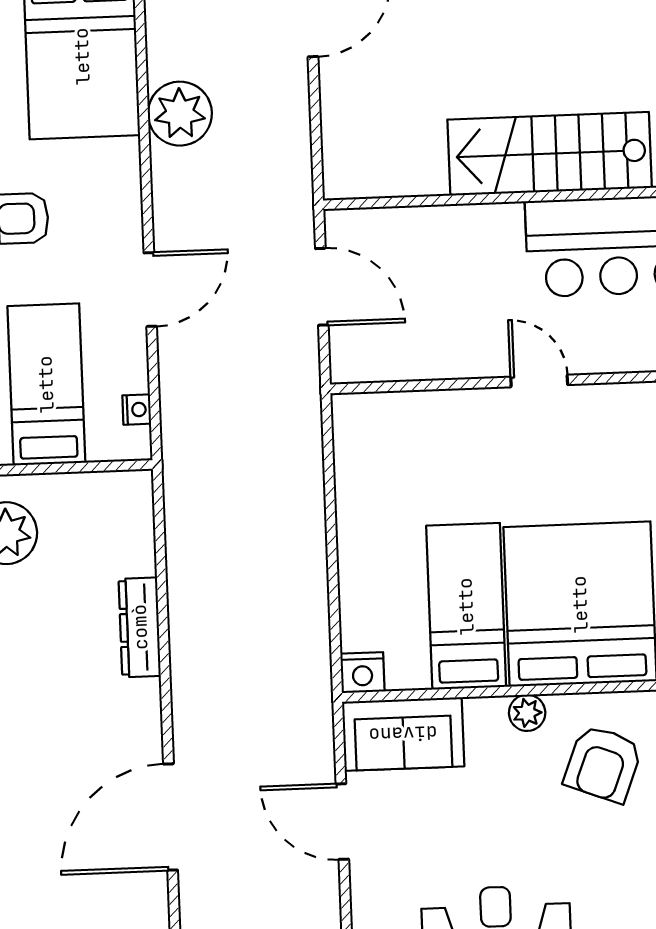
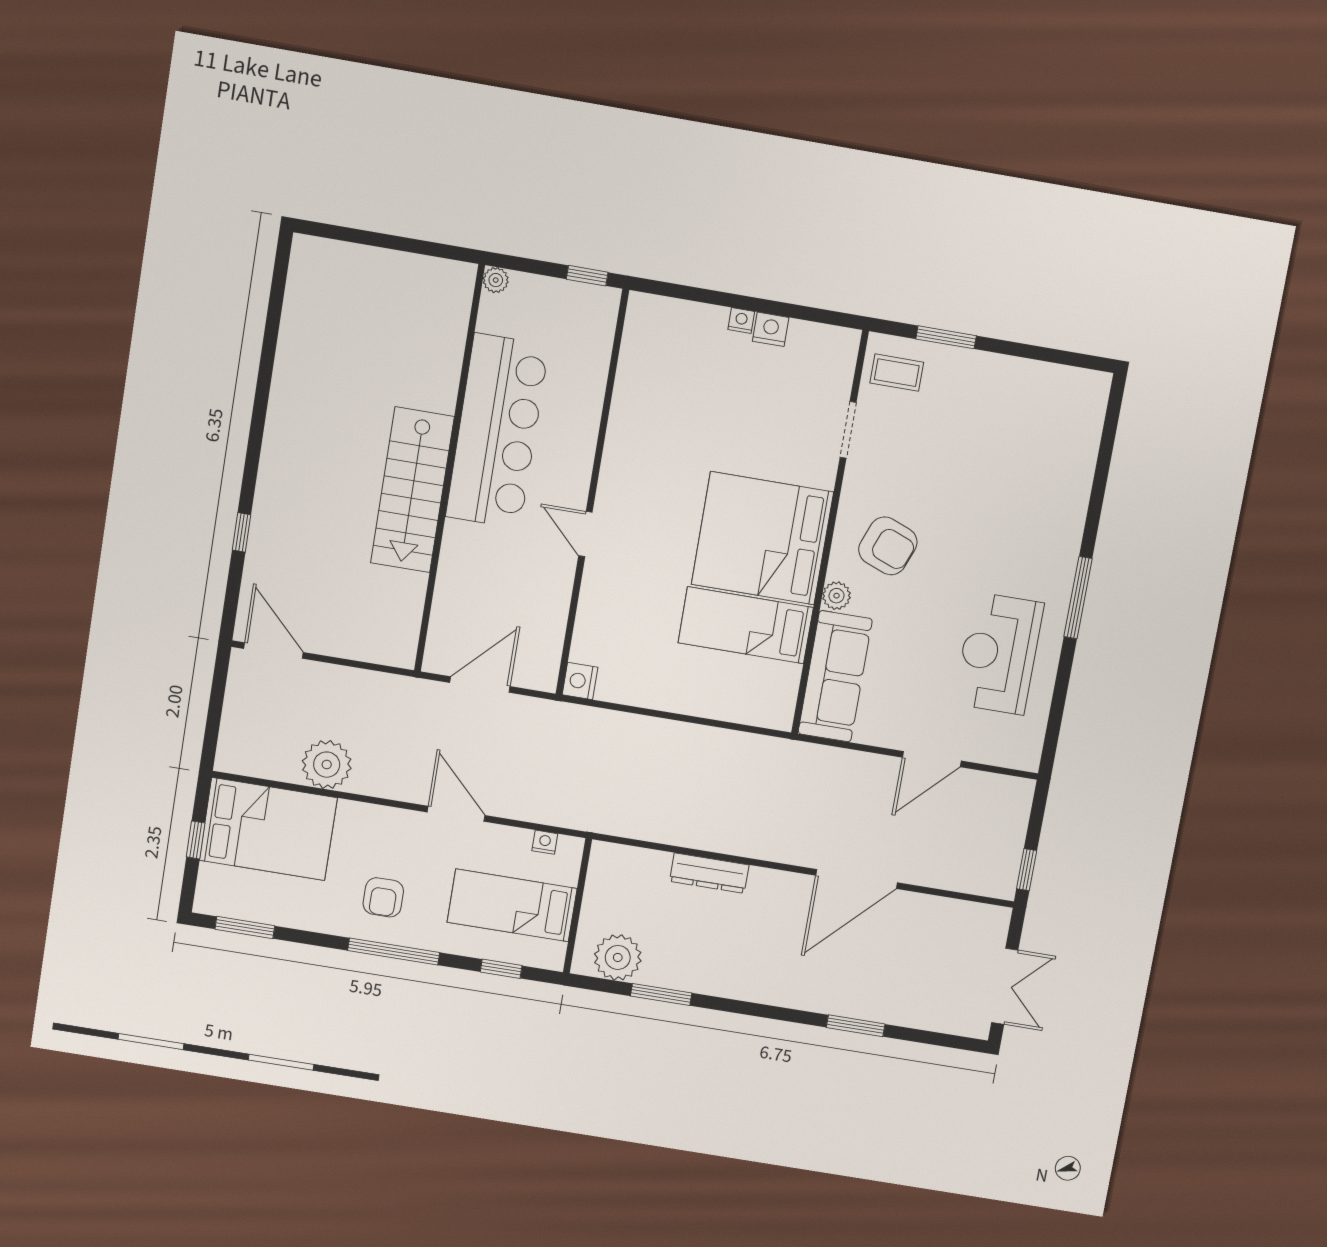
door: (539, 381) -> (585, 534), hinge flipped
nightstand: (362, 673) -> (580, 681), moved, turned 180
sofa: (403, 734) -> (835, 676), width x1.36
door: (171, 817) -> (856, 879), hinge flipped
door: (342, 822) -> (932, 759), moved

